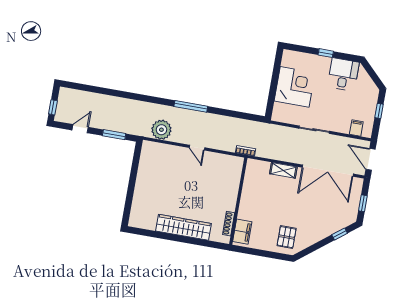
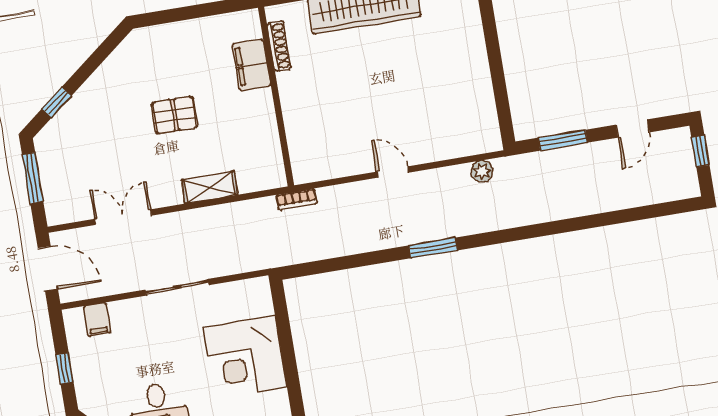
window: (191, 106) -> (433, 248), width x0.69
plant: (161, 130) -> (482, 171), width x0.53, depth x0.53
double door: (328, 171) -> (123, 217), width x0.54
window: (363, 203) -> (33, 178), width x1.50
filing cabinet: (242, 232) -> (251, 65), moved
pallet: (287, 237) -> (174, 115), moved, turned 90

